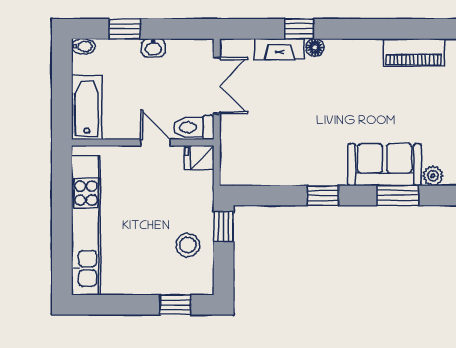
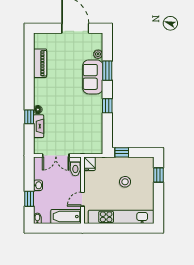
double door: (217, 86) -> (56, 156), swing flipped
door: (155, 143) -> (82, 199), moved
stool: (188, 245) -> (125, 182), moved

